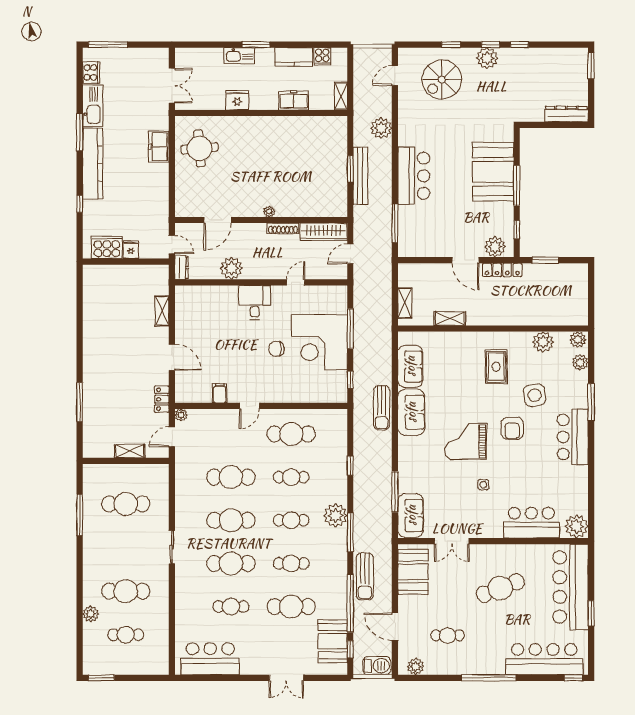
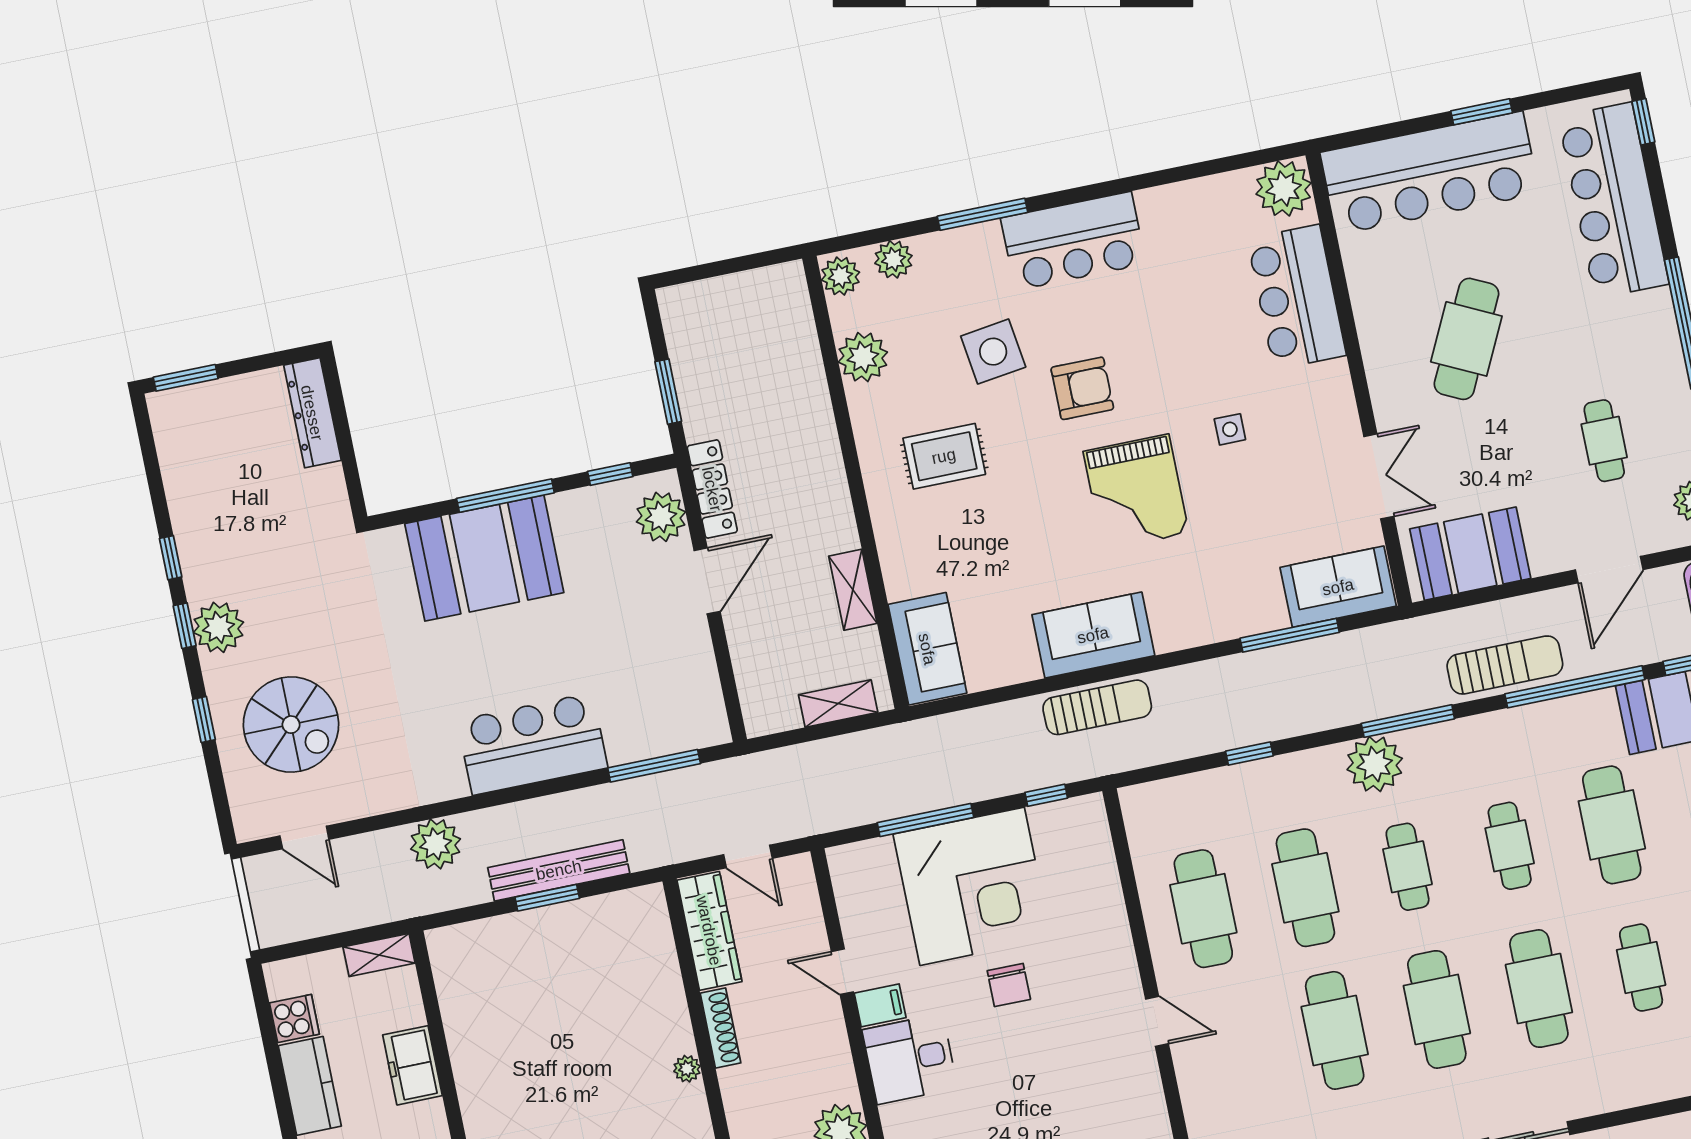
sofa: (410, 366) -> (927, 649), moved, turned 90
filing cabinet: (220, 393) -> (880, 1005), moved, turned 180
cafe table: (291, 477) -> (1305, 888), width x1.37, depth x1.35
cafe table: (500, 588) -> (1466, 339), turned 47

